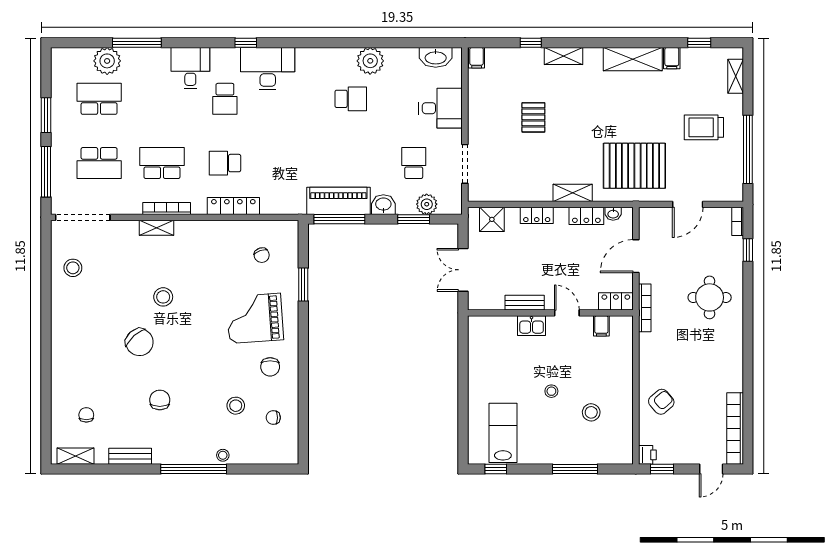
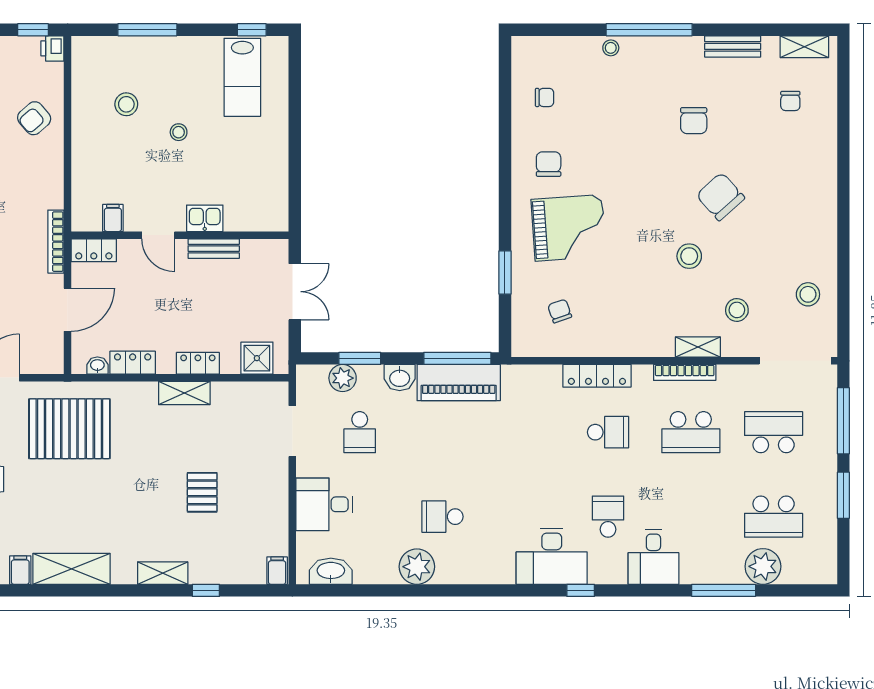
shelving: (573, 193) -> (184, 393), moved
stool: (236, 406) -> (737, 310), moved

